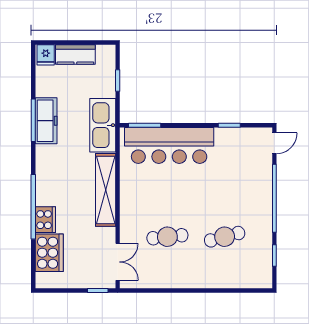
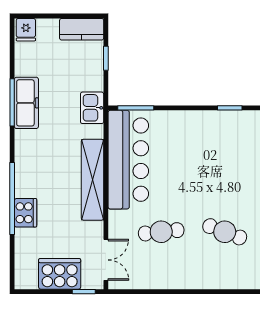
kitchen counter: (75, 54) -> (82, 29), moved
kitchen sink: (103, 125) -> (92, 108), width x0.53, depth x0.81
bar counter: (169, 145) -> (128, 160), moved, turned -90
cafe table: (225, 237) -> (225, 232), turned 36
cooker: (49, 253) -> (60, 274), moved, turned -90

